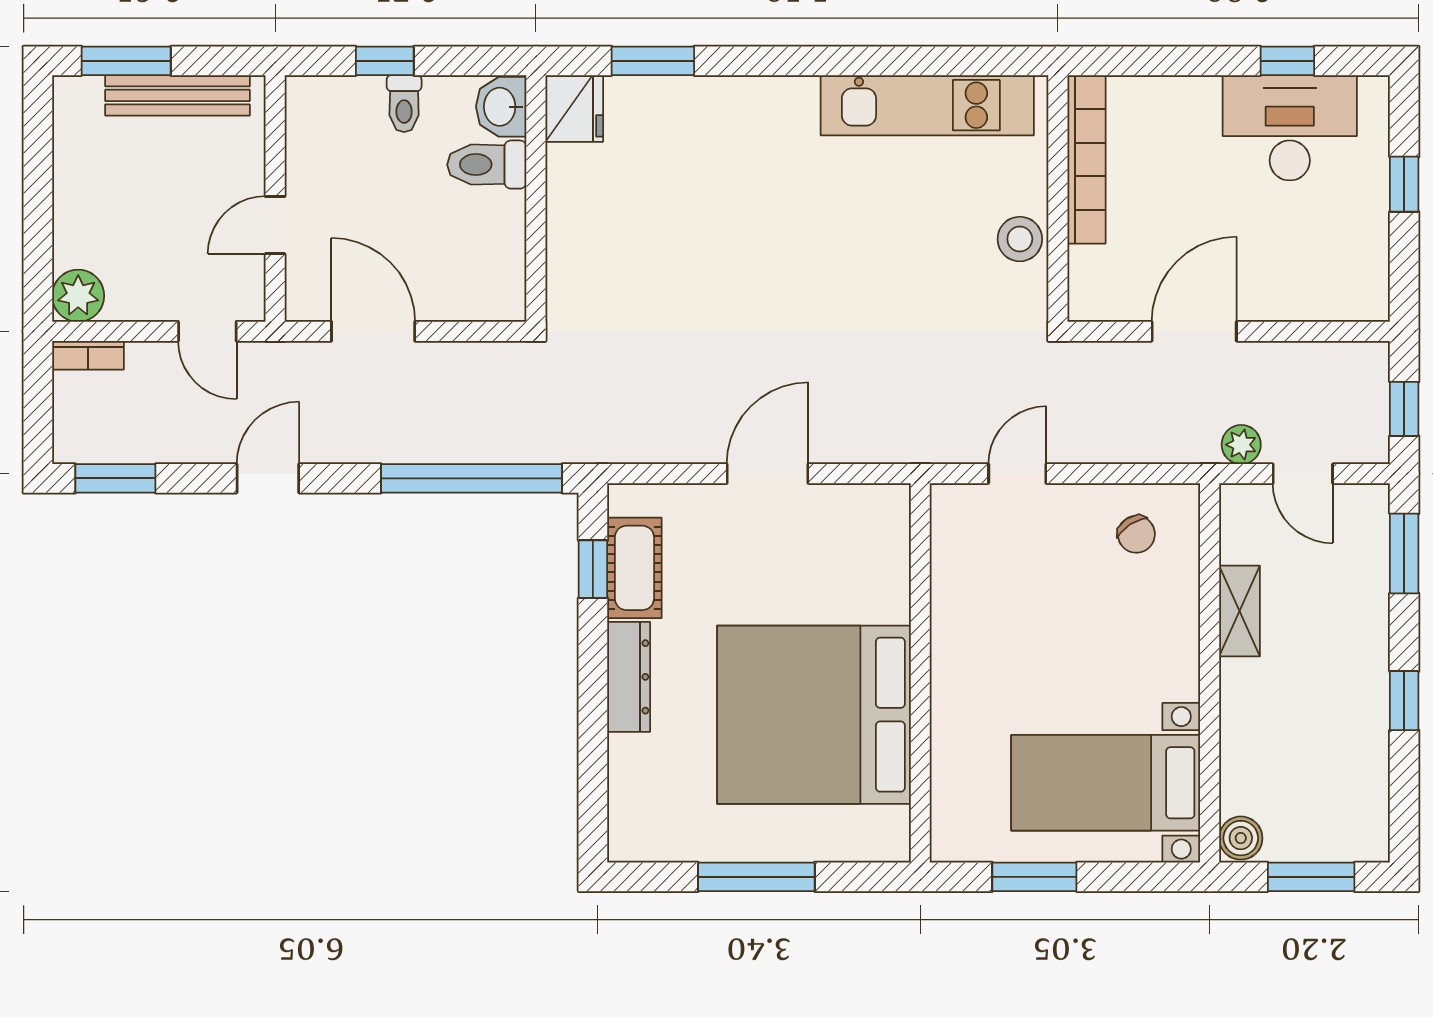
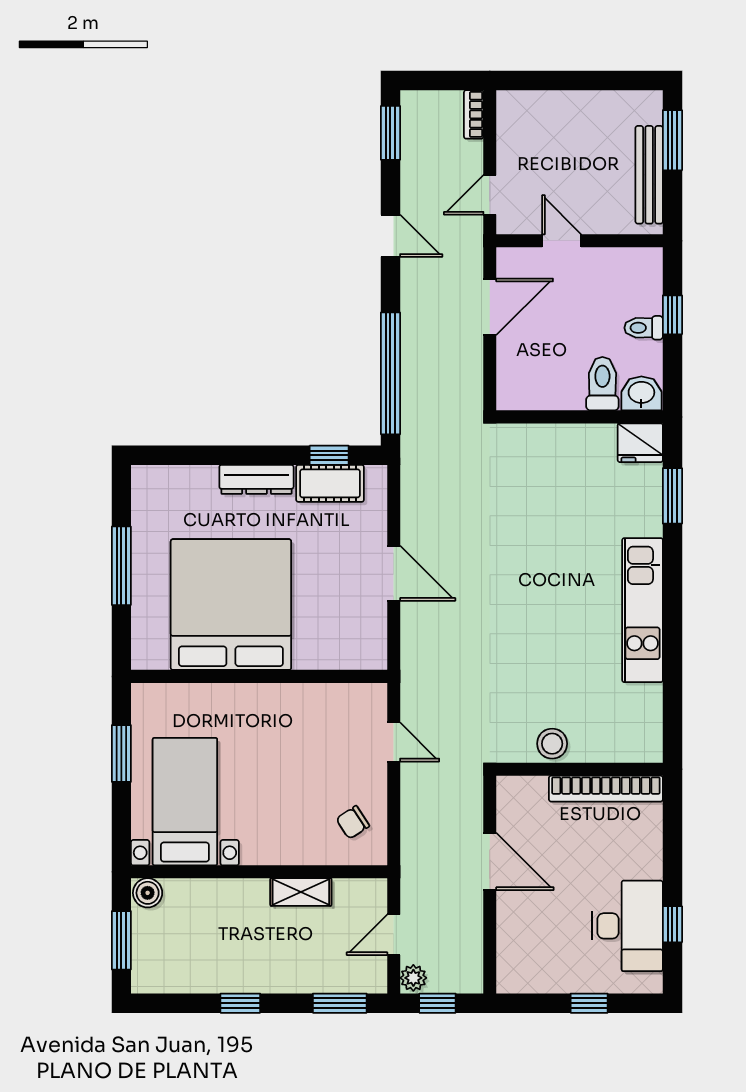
kitchen unit: (927, 105) -> (642, 610), moved
plant: (78, 296) -> (514, 108), removed
plant: (1241, 445) -> (413, 978), moved

